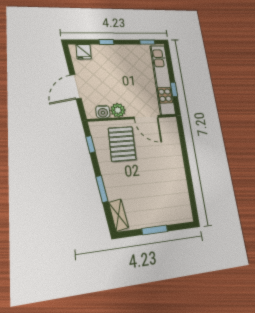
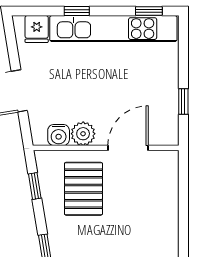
kitchen unit: (162, 79) -> (113, 29), moved, turned -90
door: (146, 117) -> (128, 148), swing flipped

